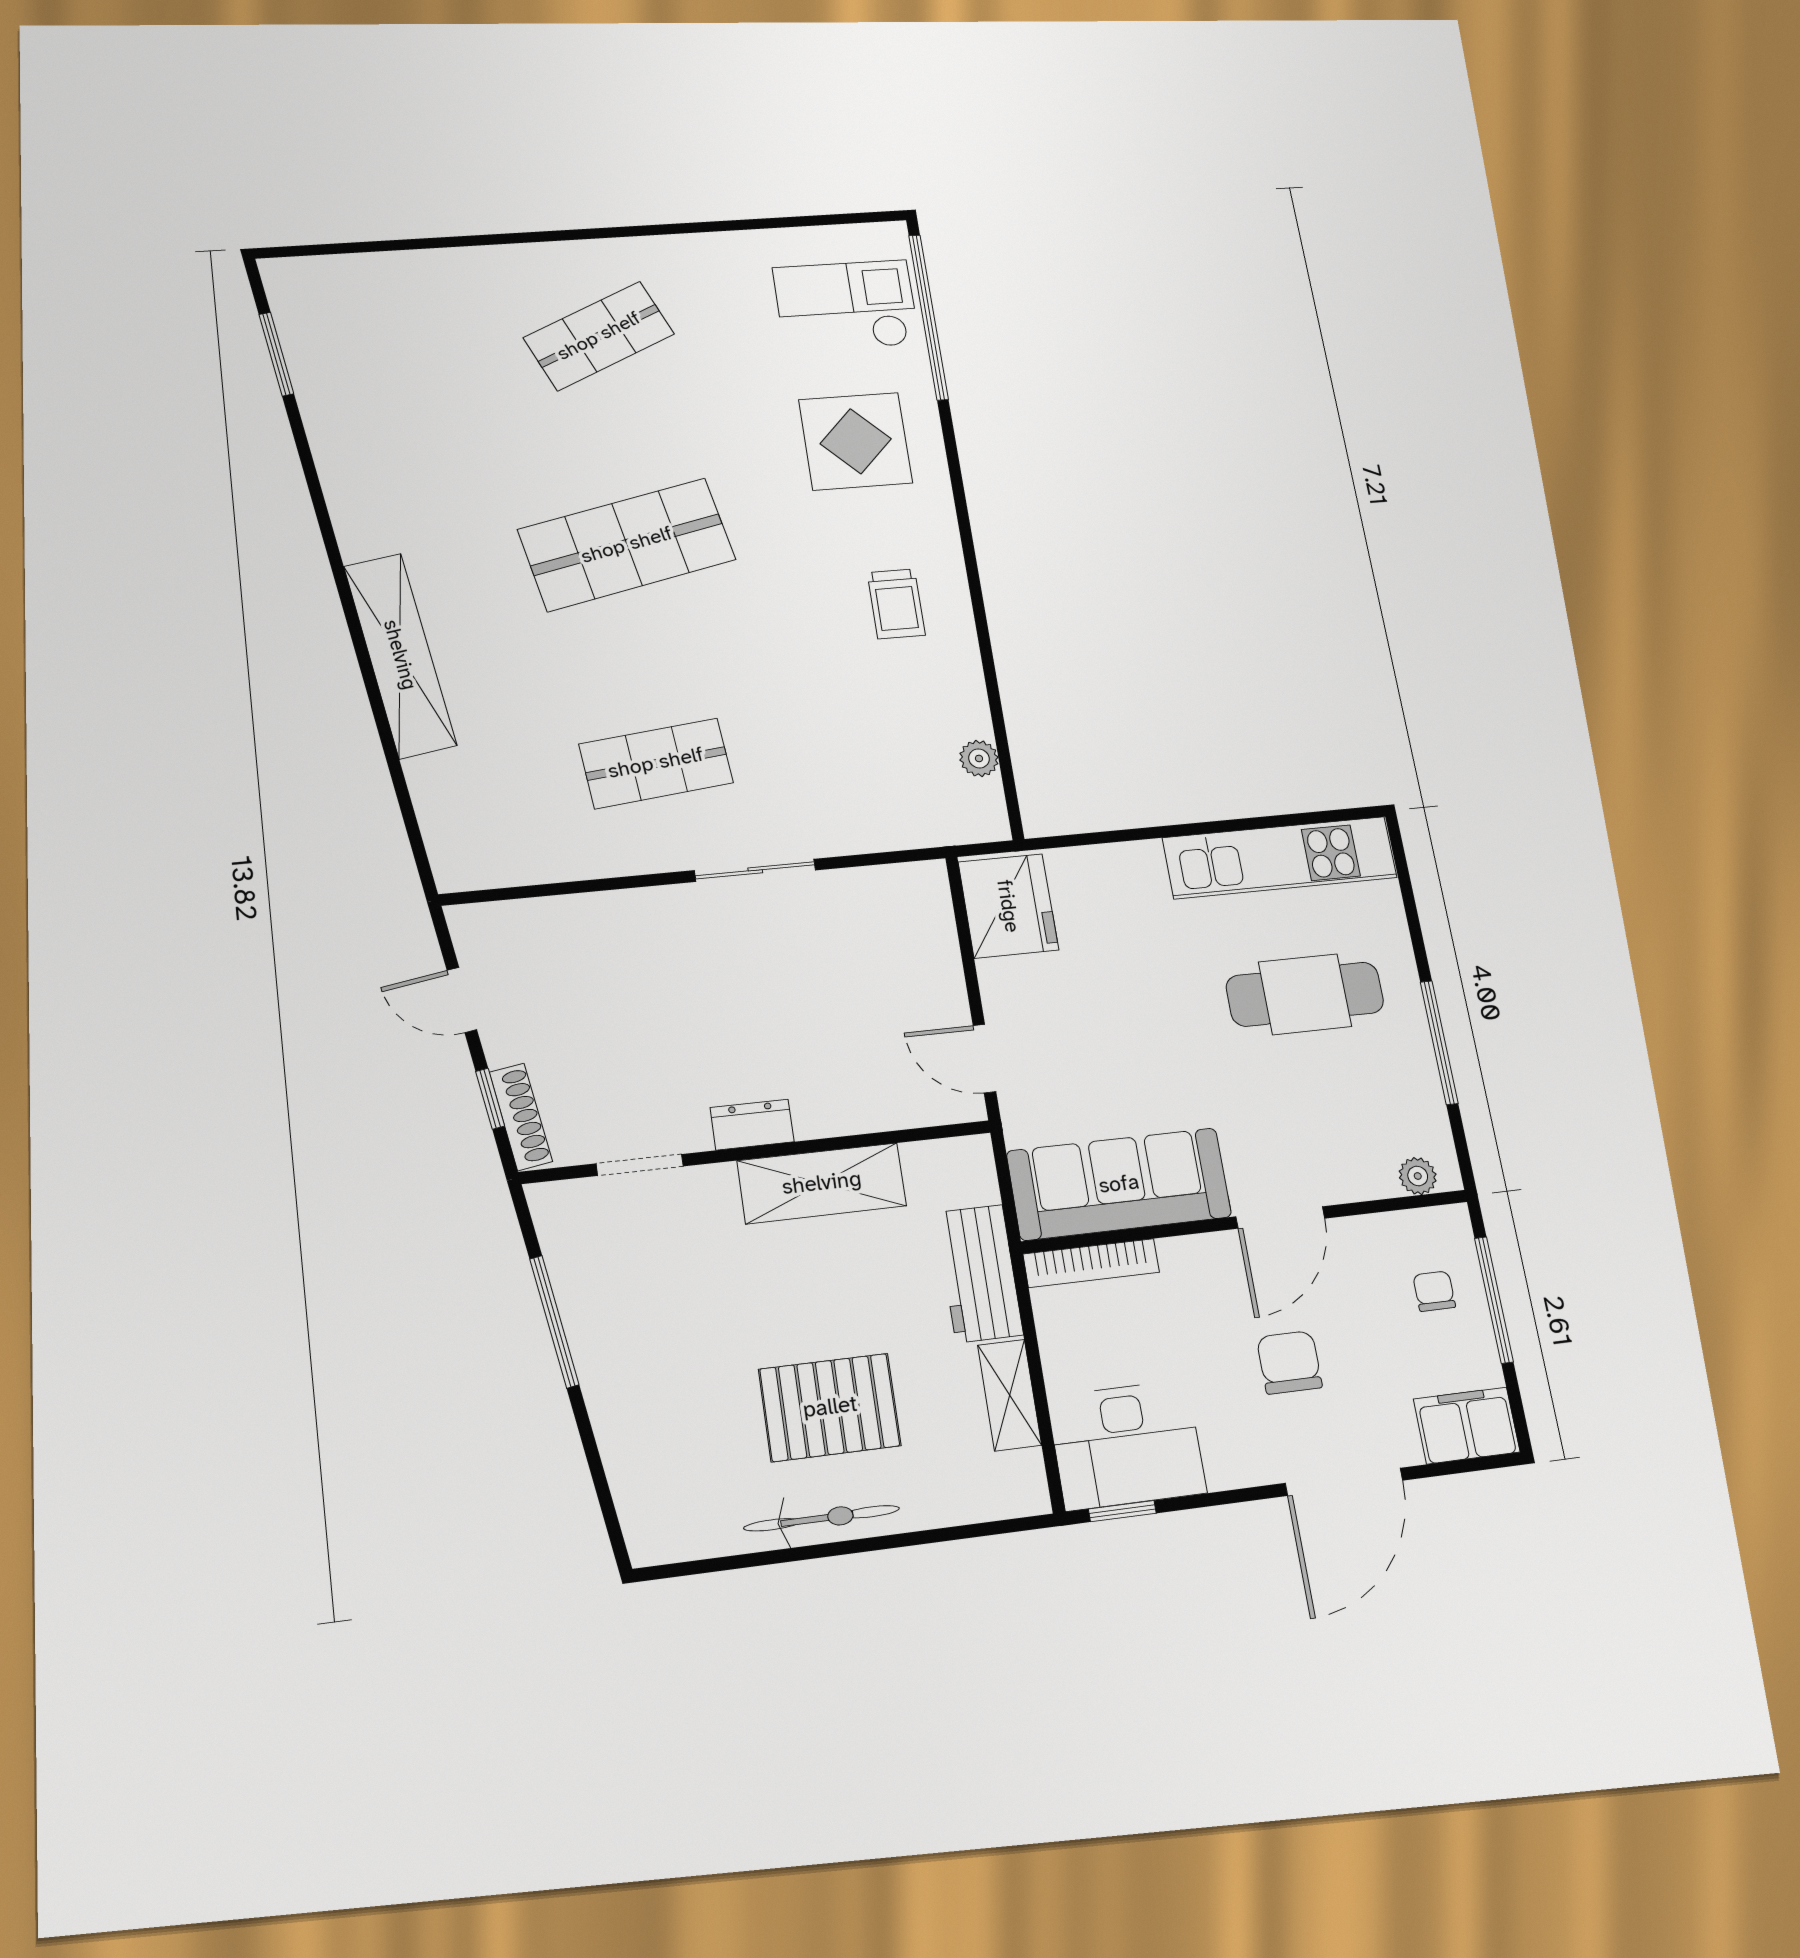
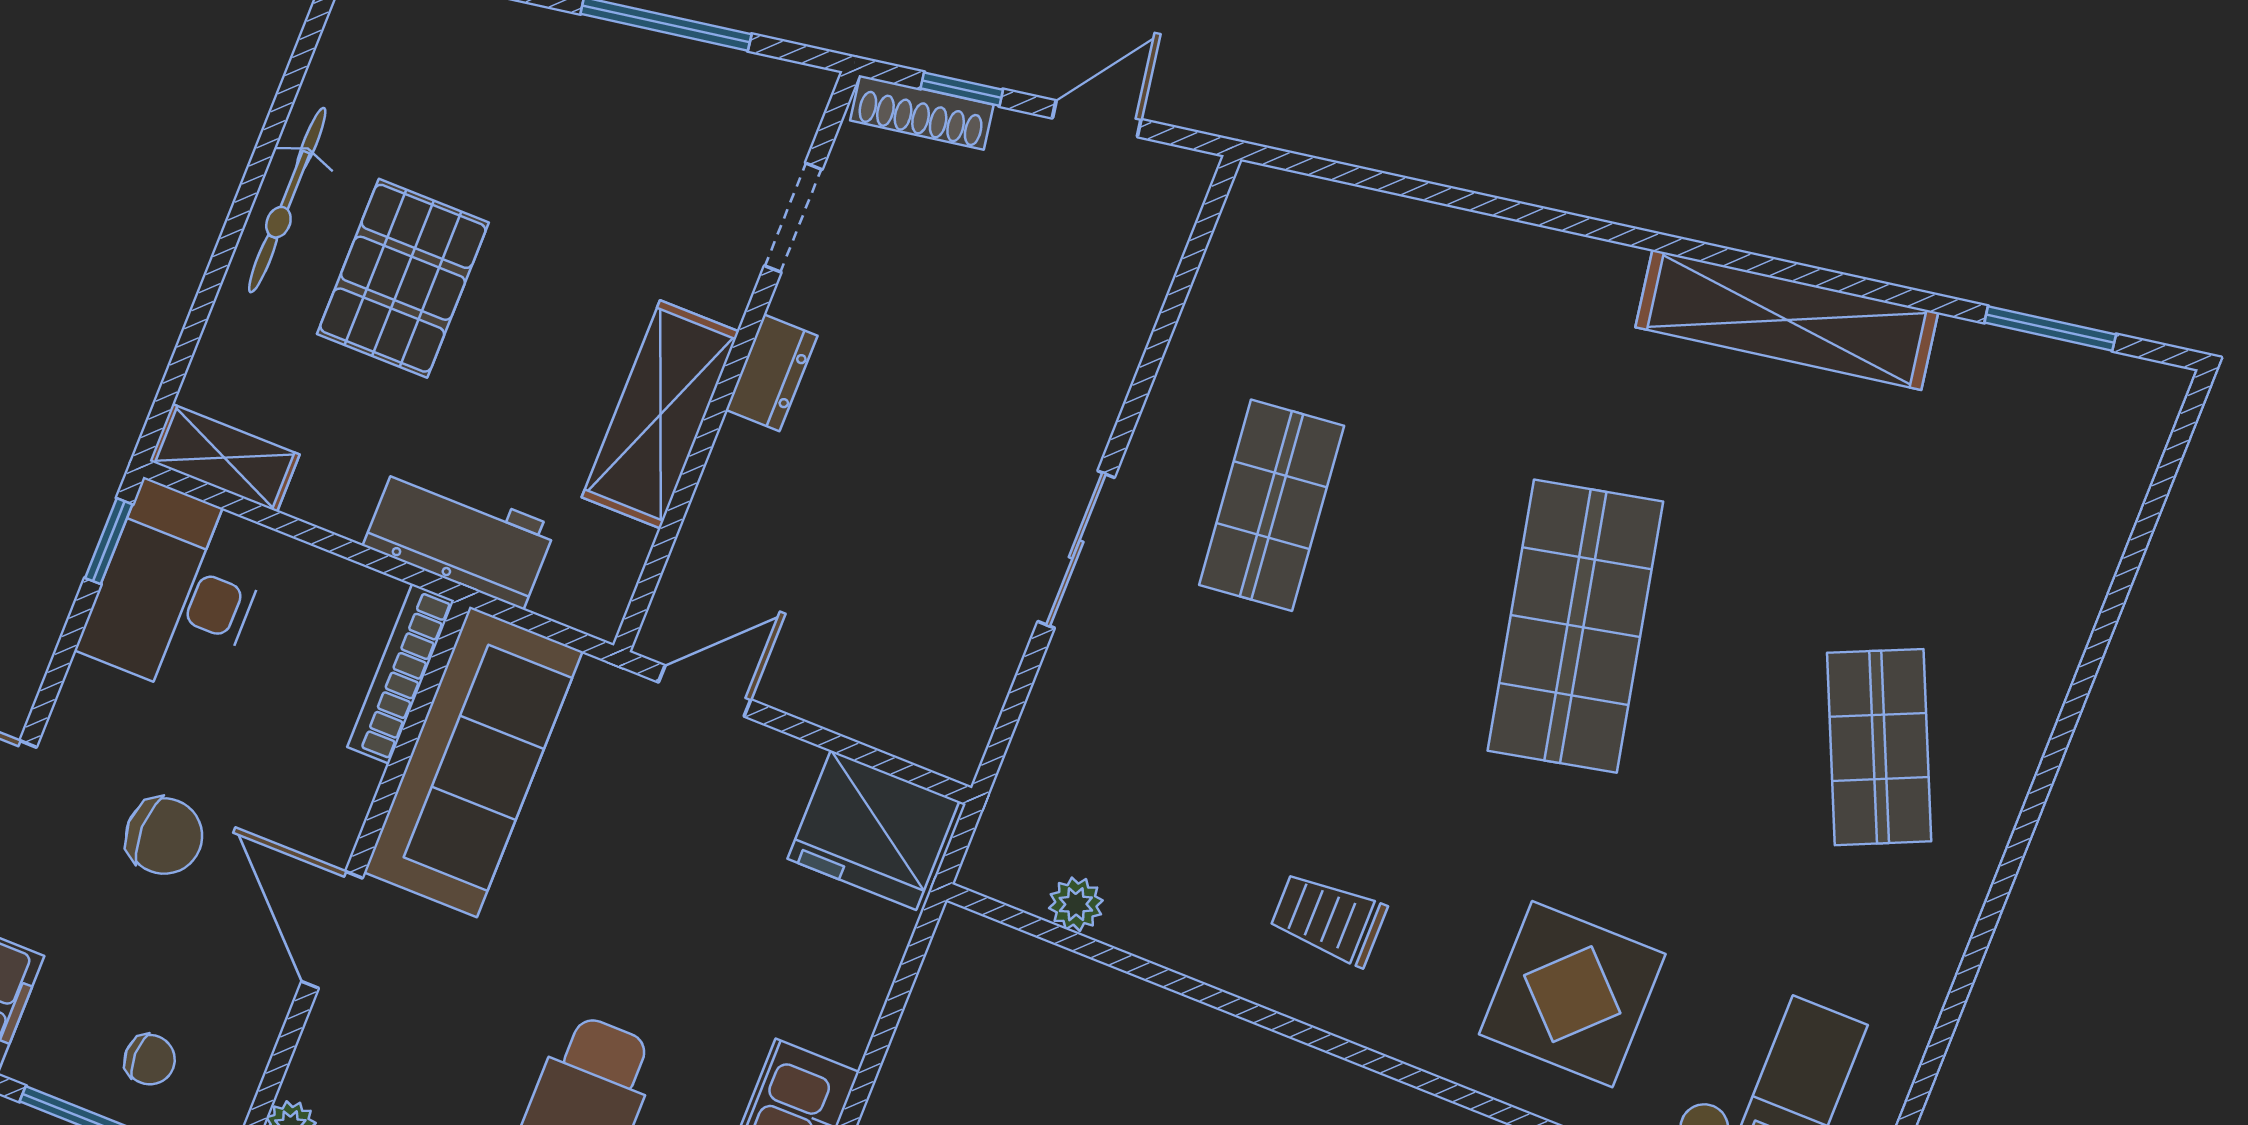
shelving: (400, 655) -> (1787, 320), moved
shelving: (1010, 1395) -> (225, 458), moved

